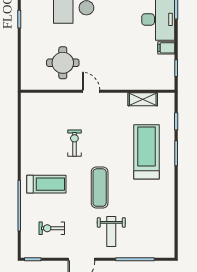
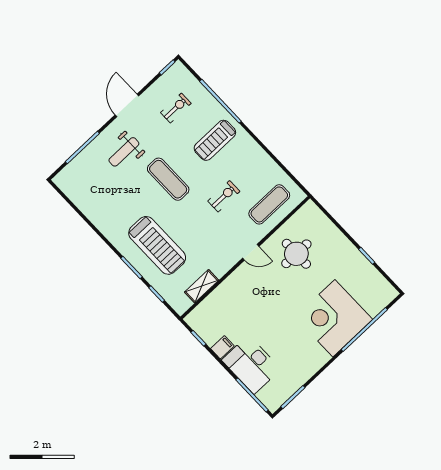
exercise mat: (50, 111) -> (269, 204), added
exercise bike: (74, 143) -> (224, 196), turned -90
weight bench: (111, 232) -> (124, 152), turned -90

